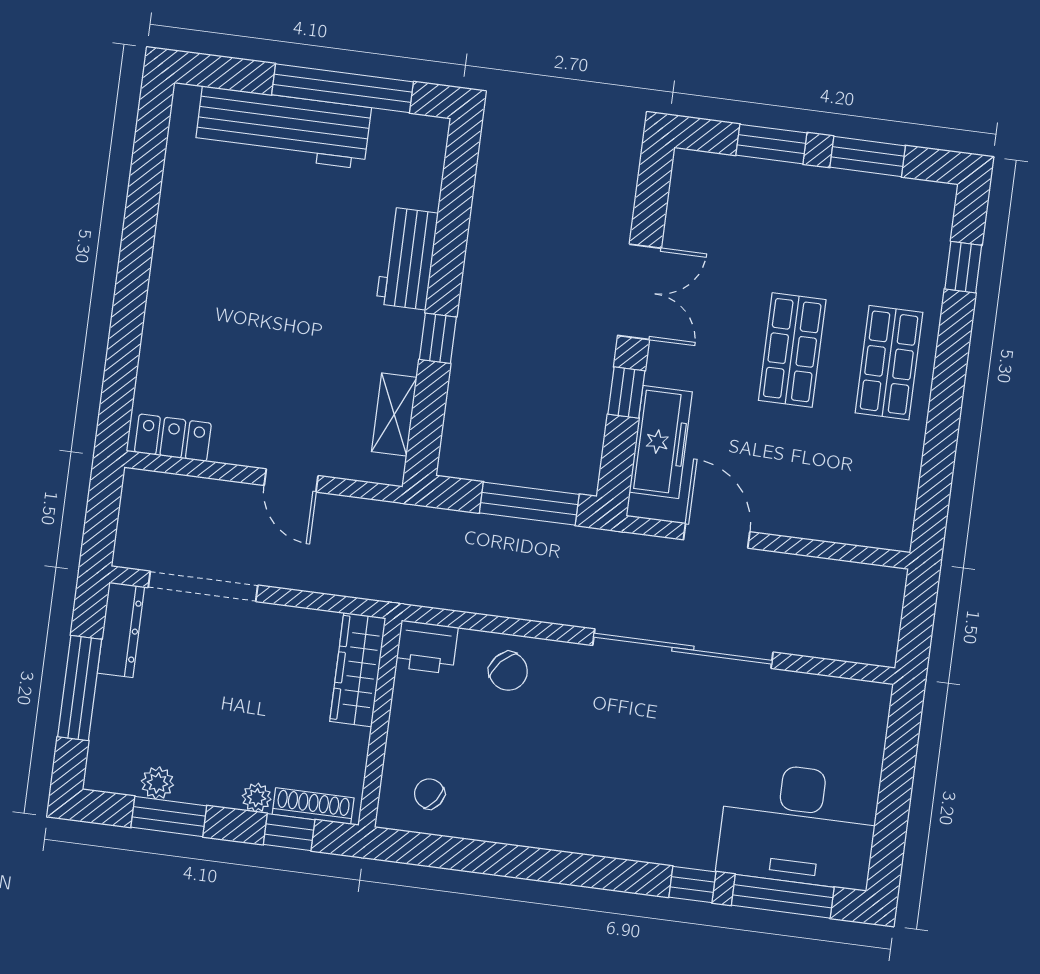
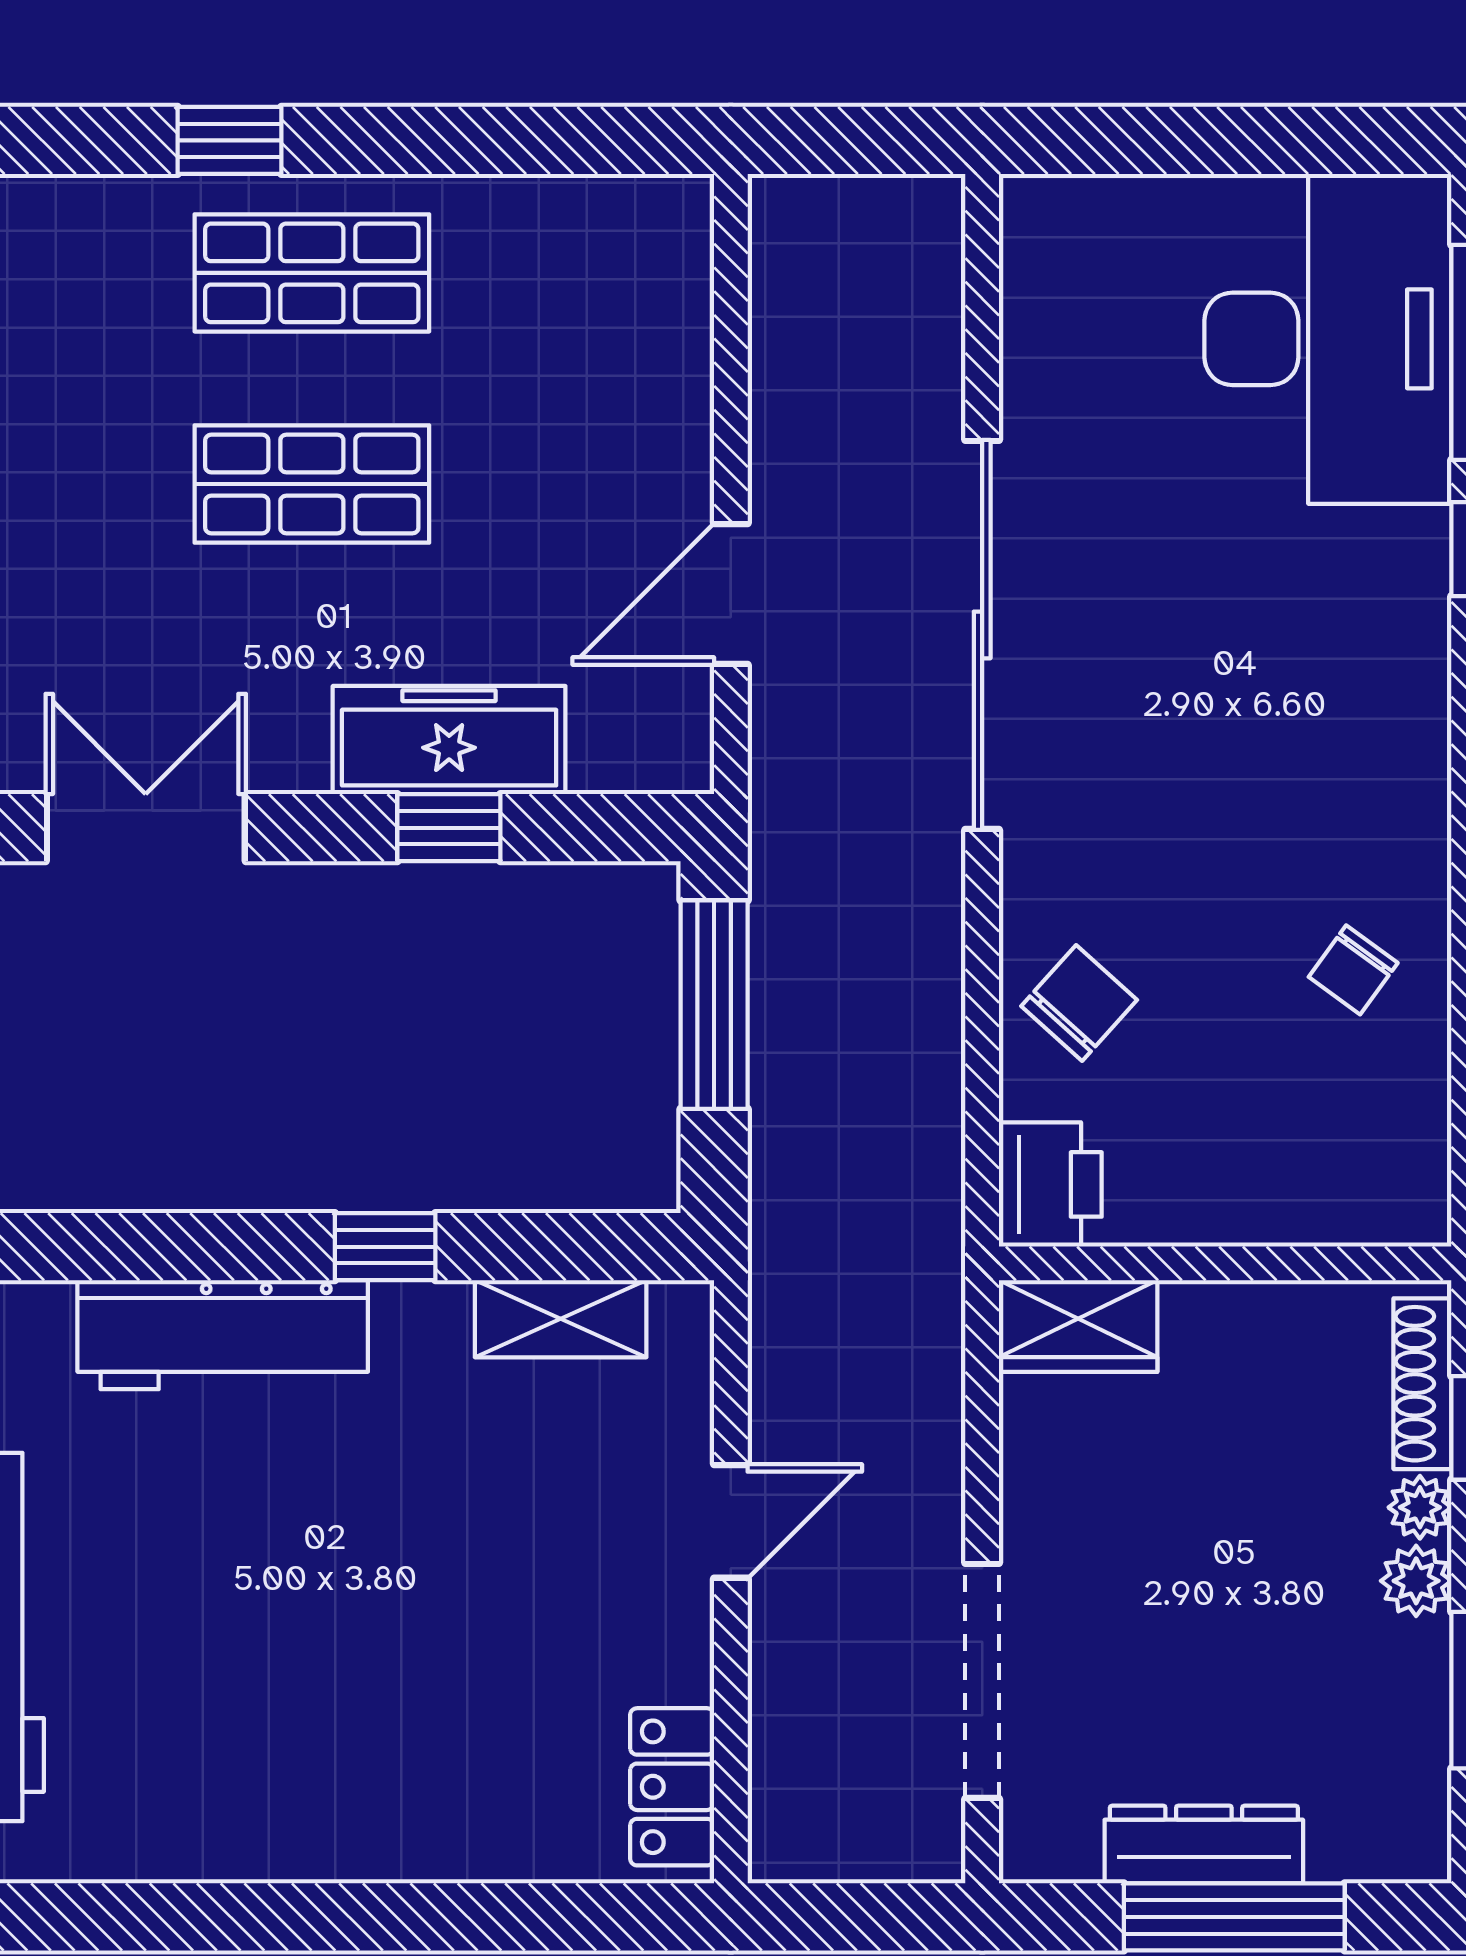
workbench: (407, 258) -> (223, 1335), width x1.38
window: (963, 267) -> (229, 140), moved
double door: (639, 292) -> (146, 828), moved
freezer: (661, 442) -> (449, 740), moved
dresser: (121, 630) -> (1204, 1845), moved
wardrobe: (358, 670) -> (1078, 1326), width x0.67
plant: (157, 783) -> (1416, 1581), moved
chair: (429, 794) -> (1353, 970), moved

